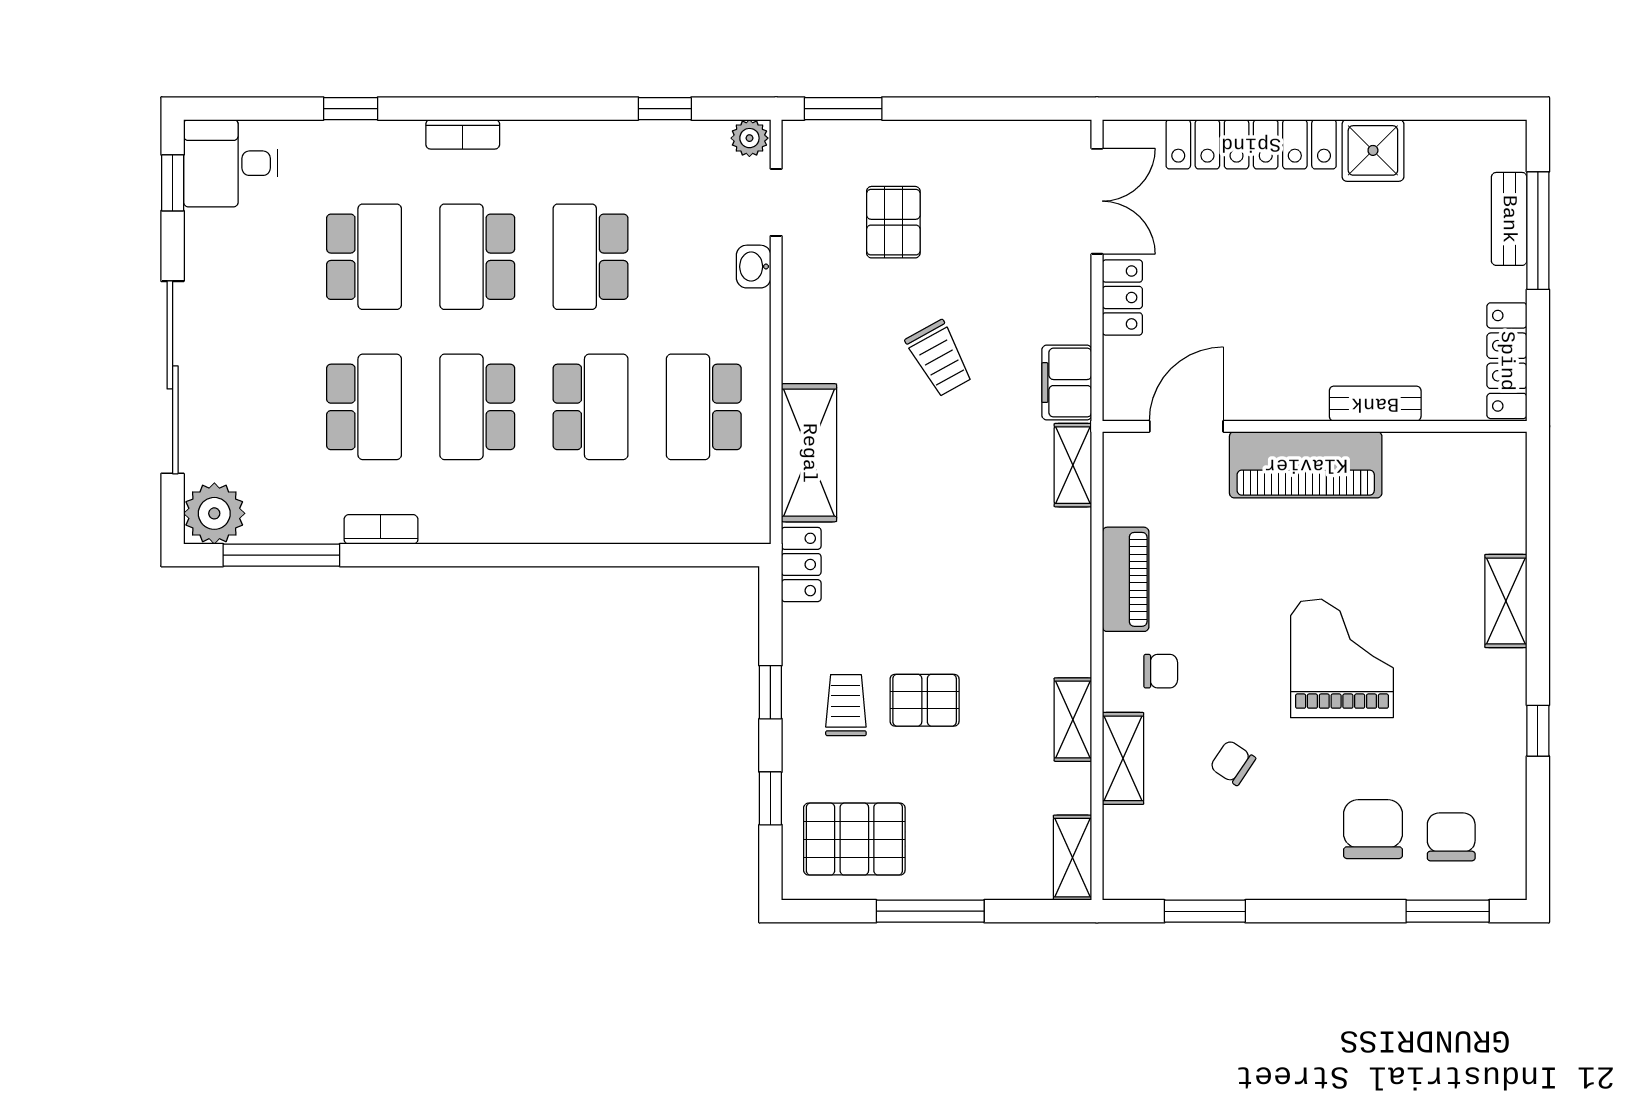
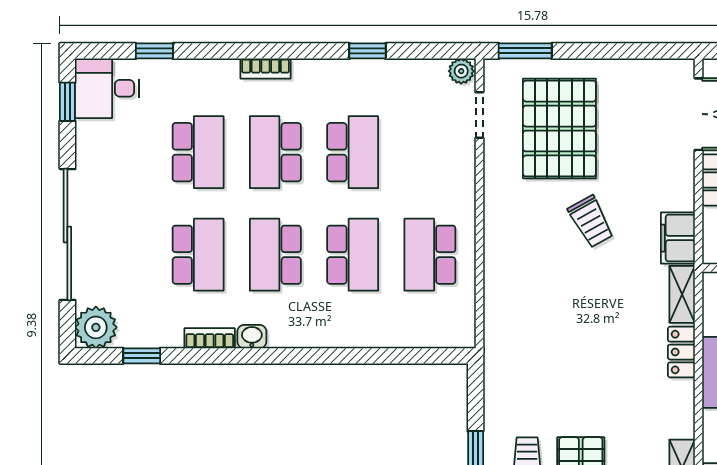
window: (351, 109) -> (154, 51), moved
window: (665, 109) -> (368, 51), moved
pallet: (893, 222) -> (559, 129), width x2.05, depth x2.00
school desk: (590, 257) -> (353, 152), turned 180
washbasin: (754, 267) -> (252, 337), moved, turned 90
shelving: (809, 453) -> (502, 286), removed
window: (281, 555) -> (142, 356), width x0.46
locker: (801, 564) -> (681, 352), moved, turned 180

